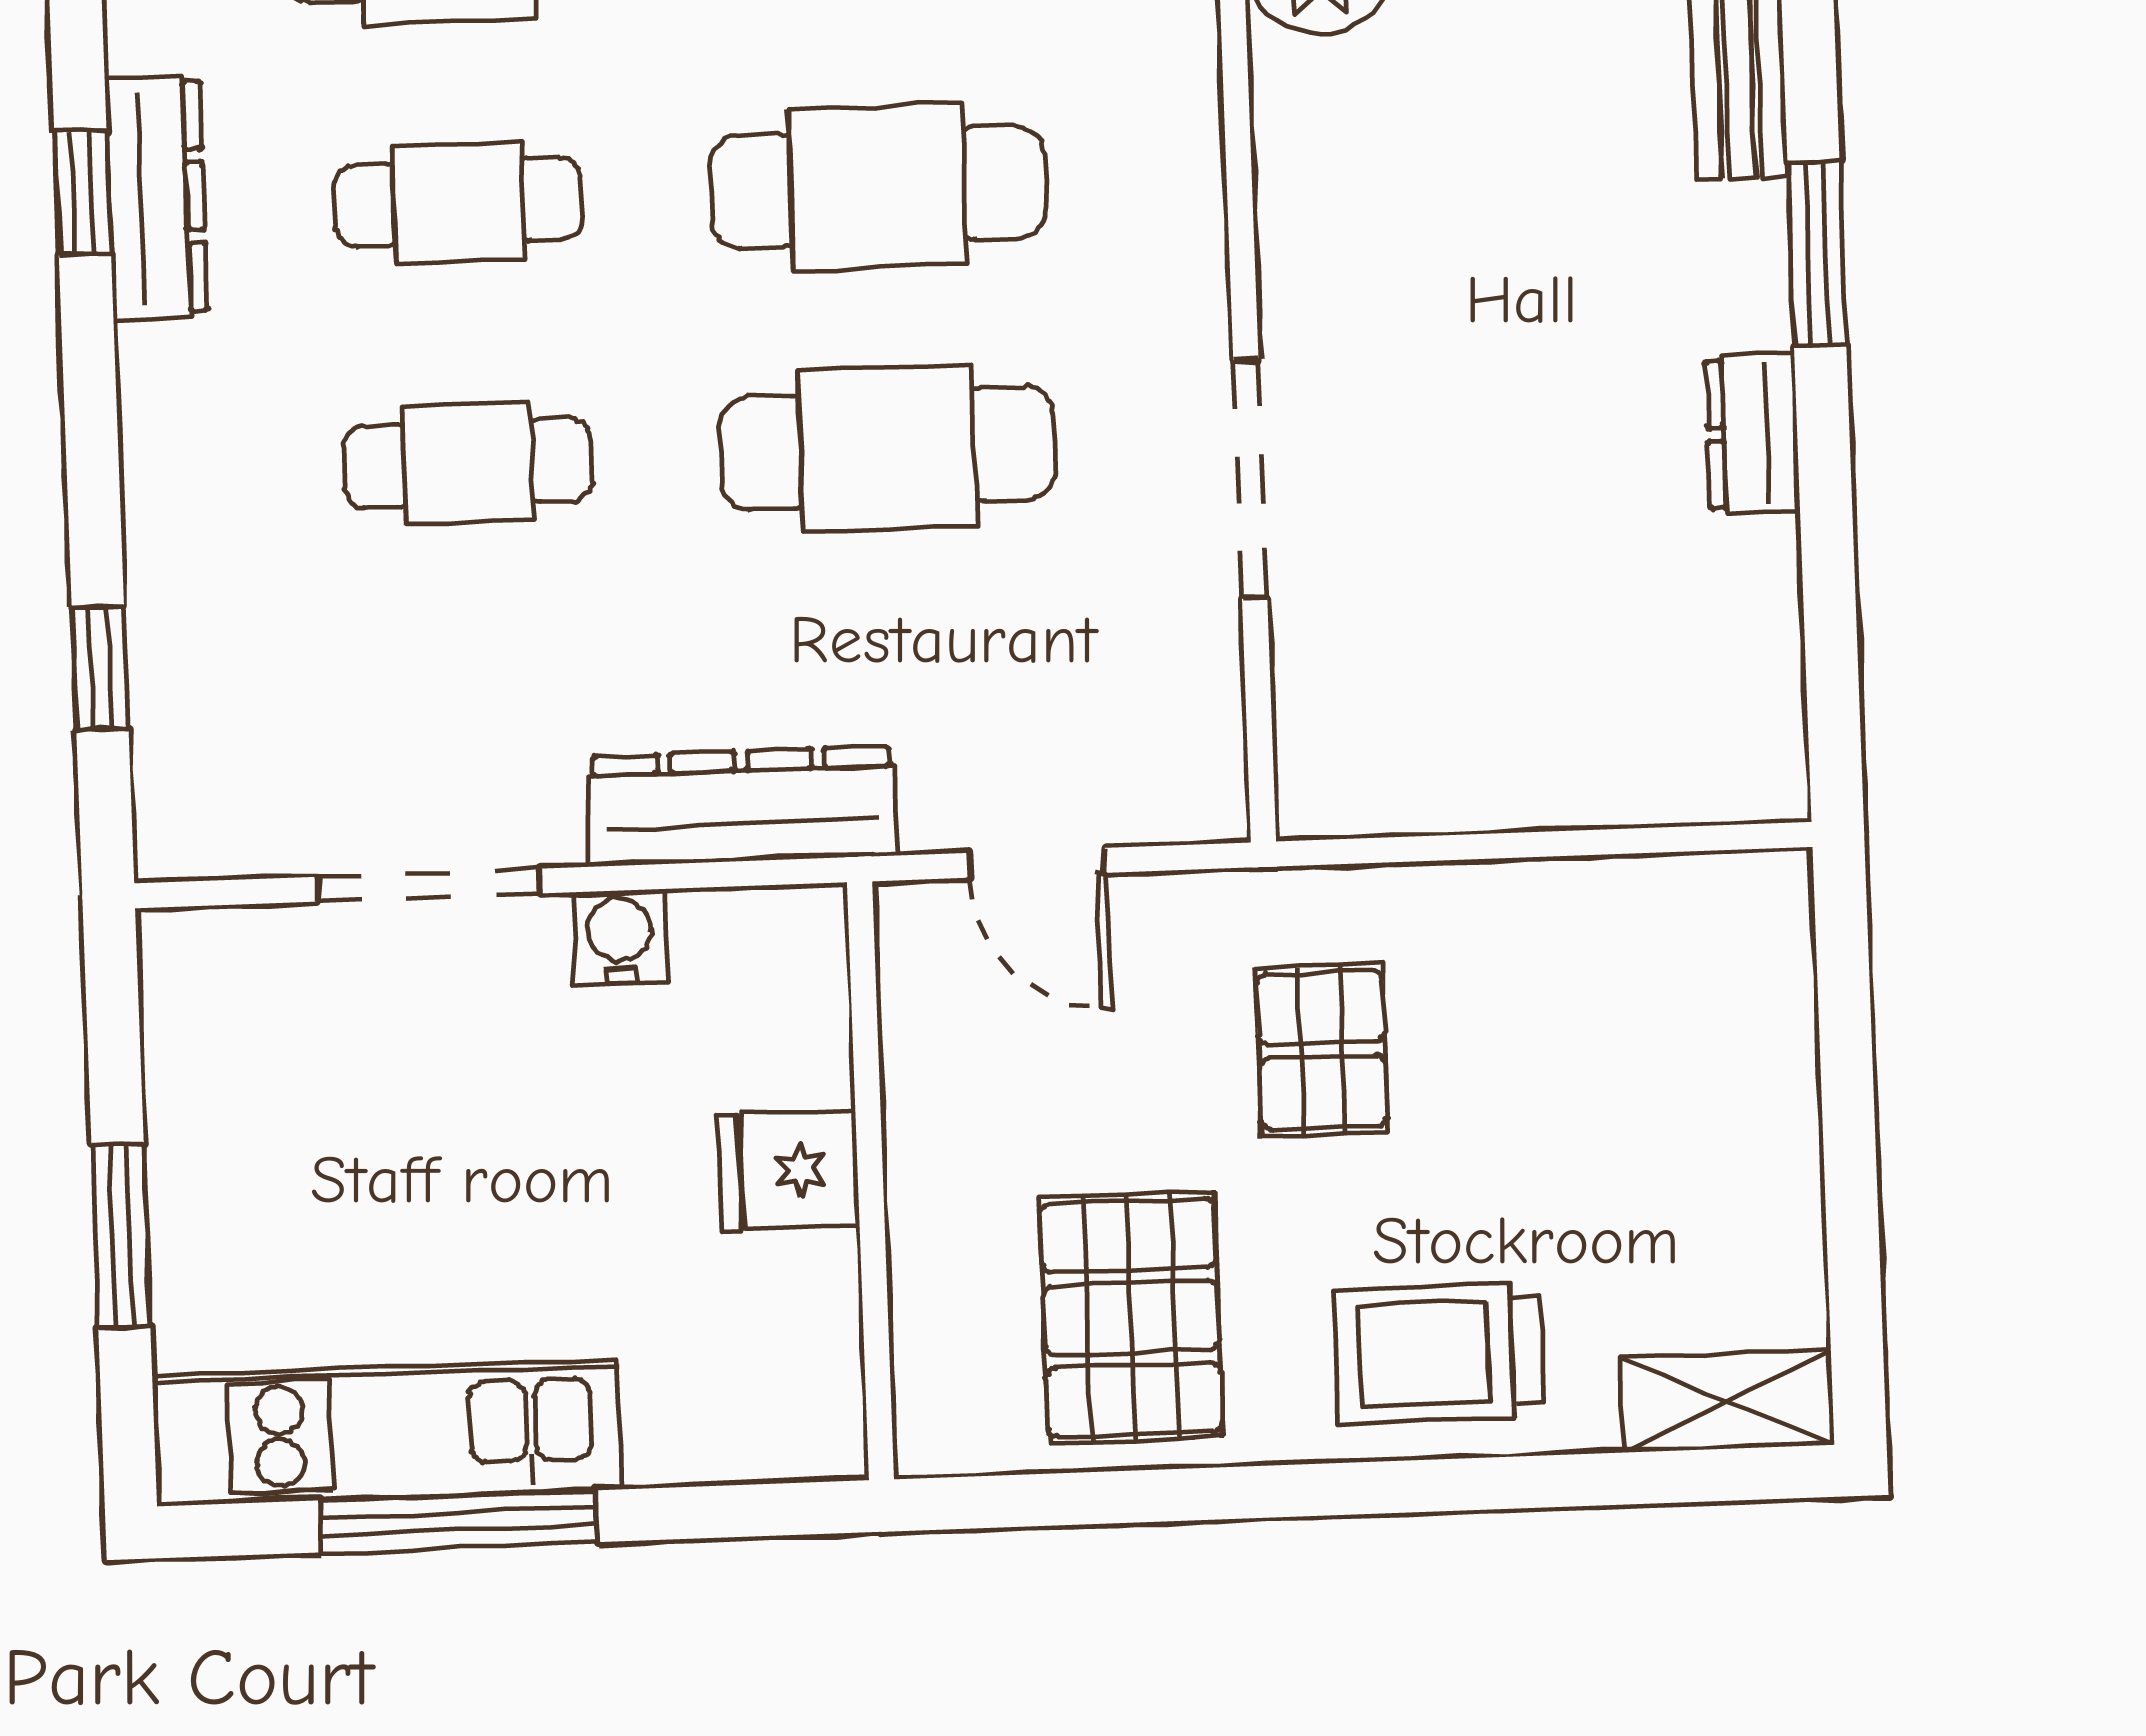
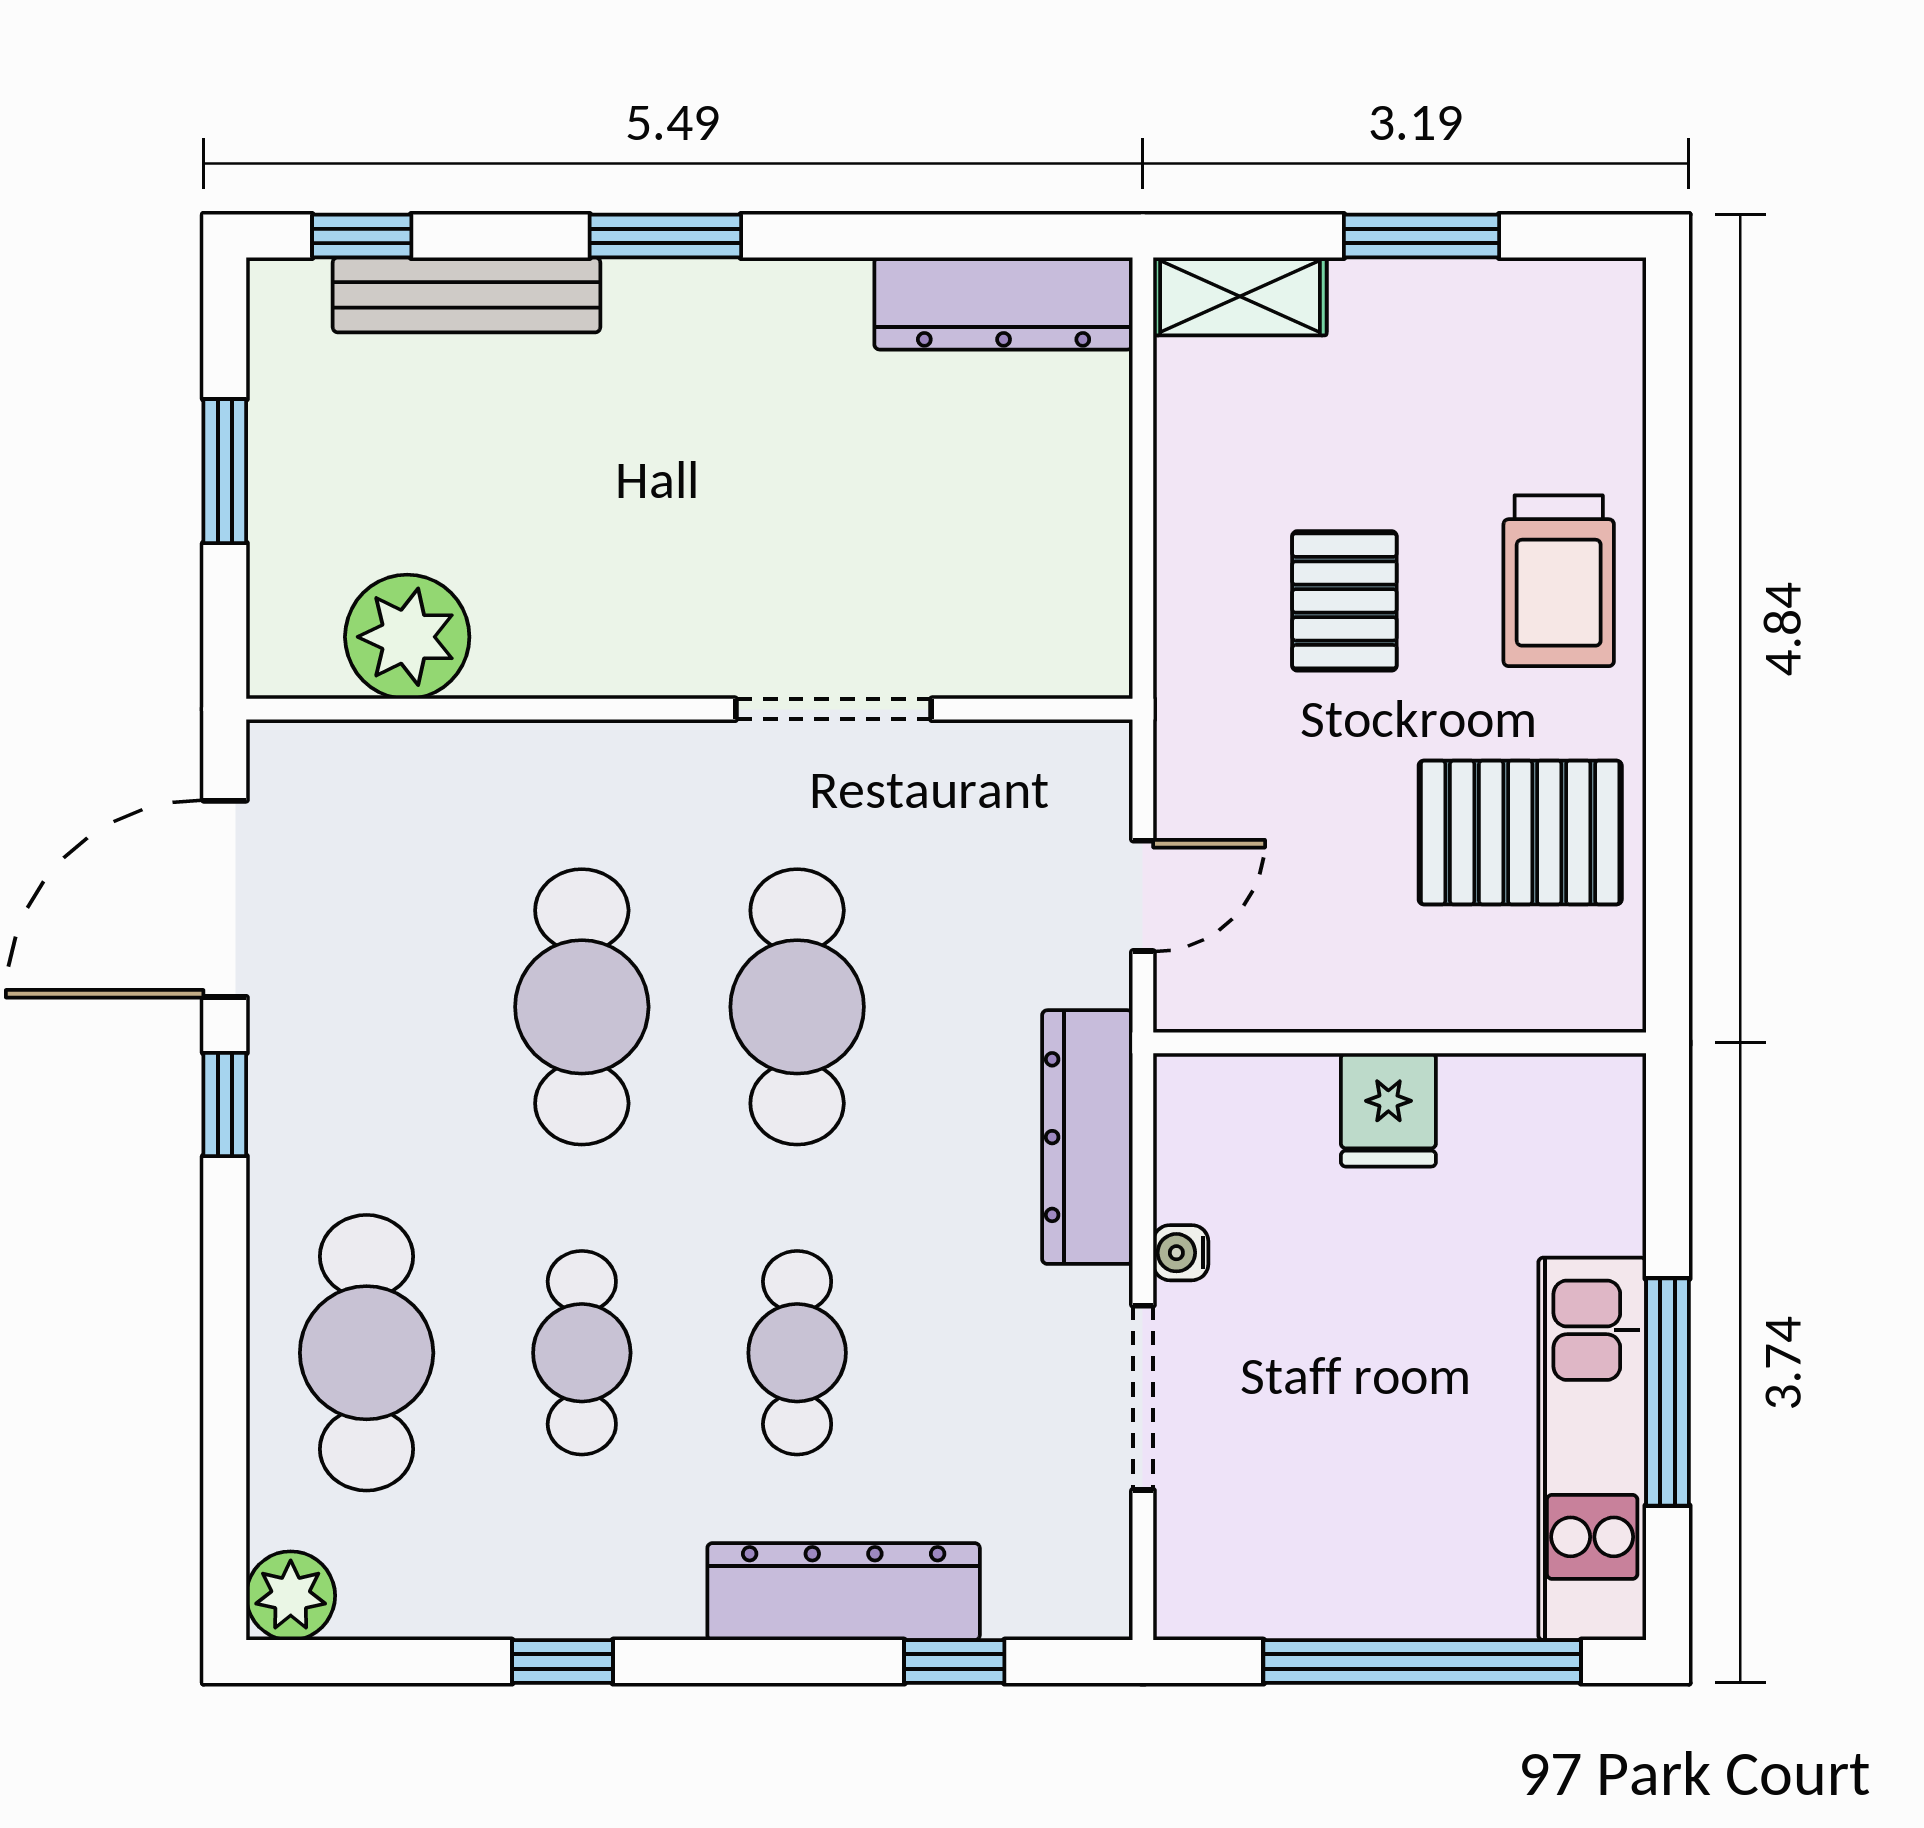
dresser: (156, 198) -> (844, 1592), moved, width x1.37, depth x1.24
dresser: (1752, 433) -> (1004, 303), moved, width x1.96, depth x1.24
water cooler: (619, 937) -> (1181, 1253), width x0.72, depth x0.72
pallet: (1322, 1050) -> (1344, 601), moved, turned 90
window: (1850, 1171) -> (1422, 236), added
window: (121, 1236) -> (1422, 1662), width x2.11
shelving: (1728, 1401) -> (1240, 296), moved, turned 90

